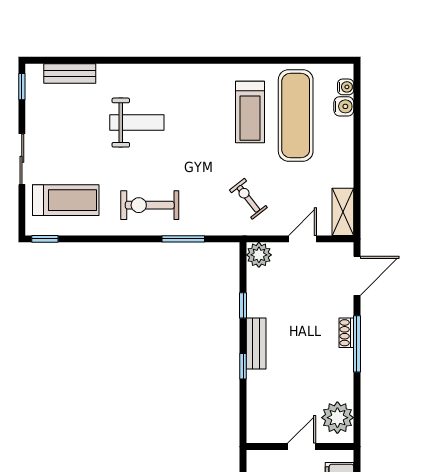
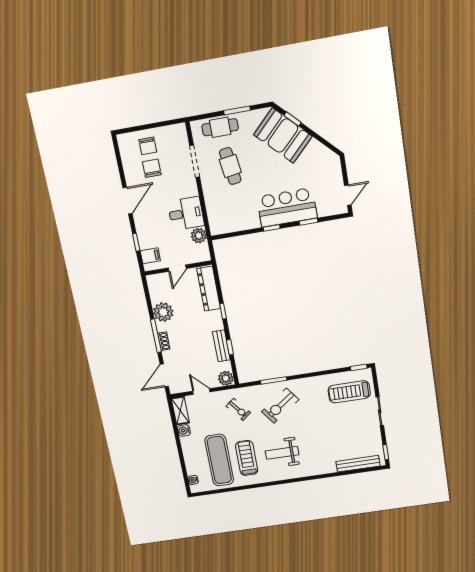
bench: (70, 73) -> (358, 464), width x1.36
water cooler: (344, 106) -> (184, 430), moved
weight bench: (137, 123) -> (282, 453), moved
exercise bike: (150, 205) -> (280, 406), moved, turned 144
door: (302, 239) -> (201, 392), swing flipped
bench: (256, 343) -> (221, 346), moved
dresser: (259, 406) -> (209, 289), added
plant: (337, 418) -> (163, 312), moved

